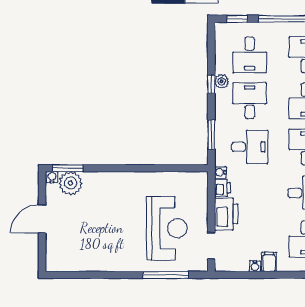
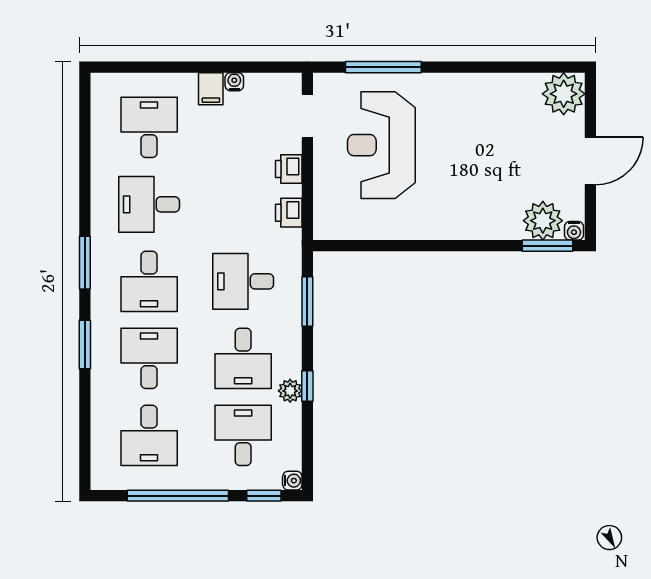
water cooler: (220, 172) -> (292, 481), moved
printer: (226, 214) -> (289, 169), width x0.53, depth x0.68
plant: (58, 259) -> (564, 94), added

